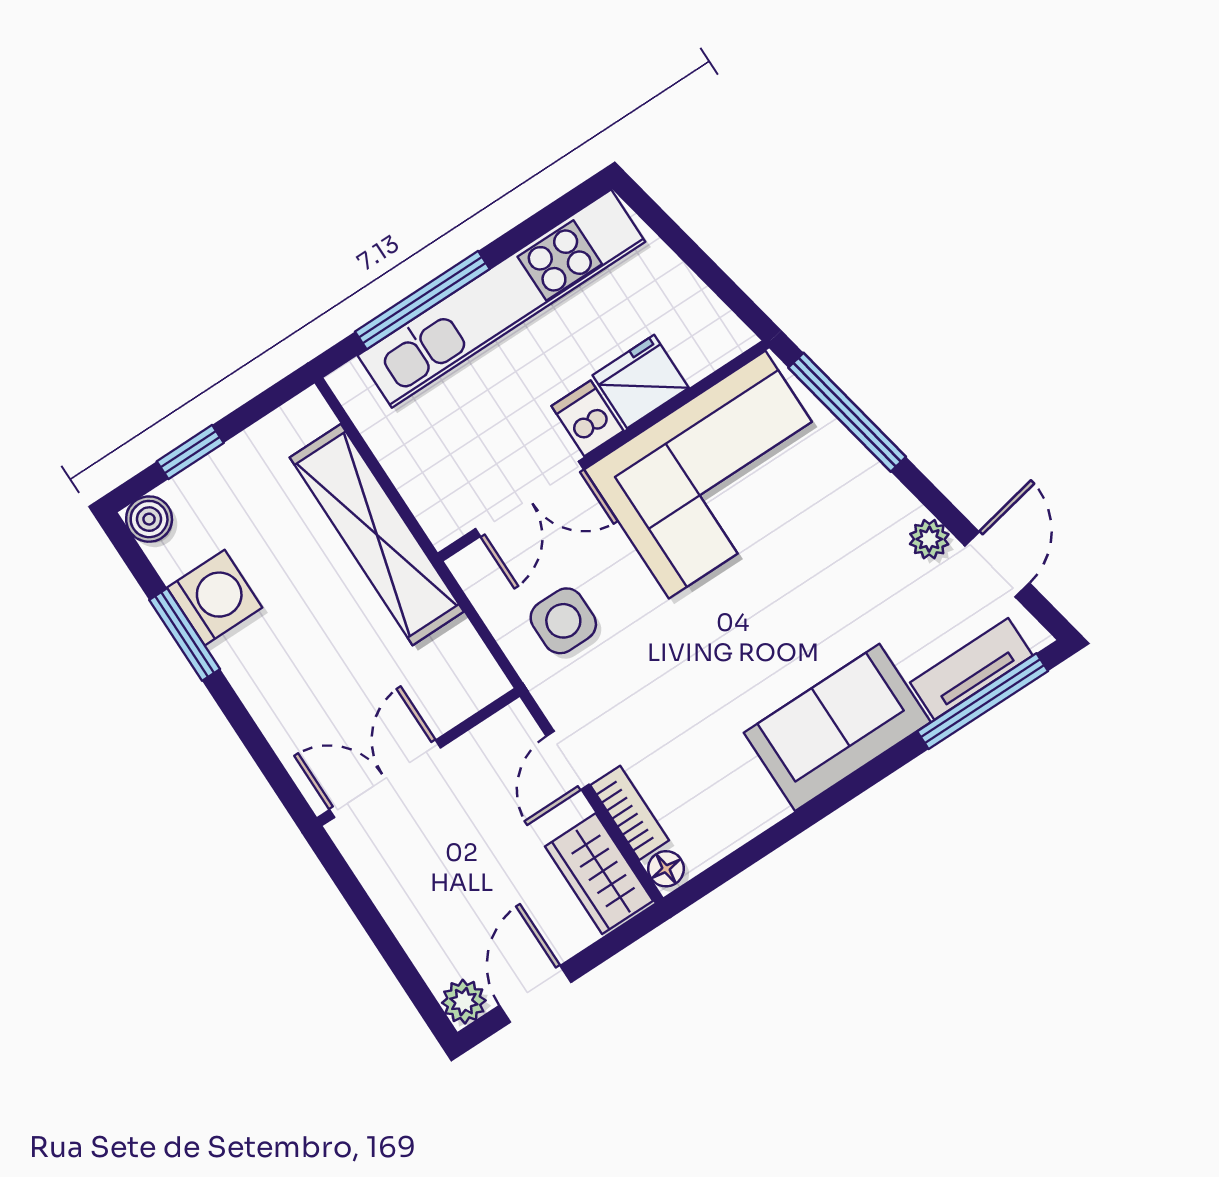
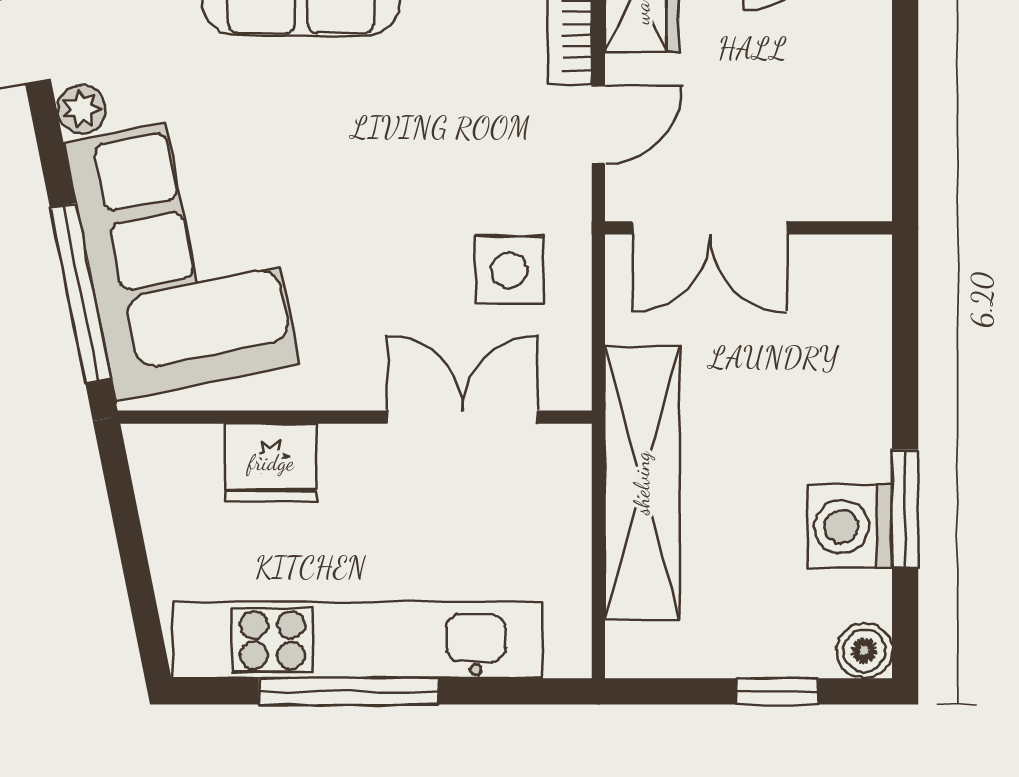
window: (422, 300) -> (349, 691), moved
dishwasher: (587, 418) -> (350, 460), removed
corner sofa: (717, 475) -> (182, 254), moved, turned 79
double door: (385, 779) -> (710, 228), moved

